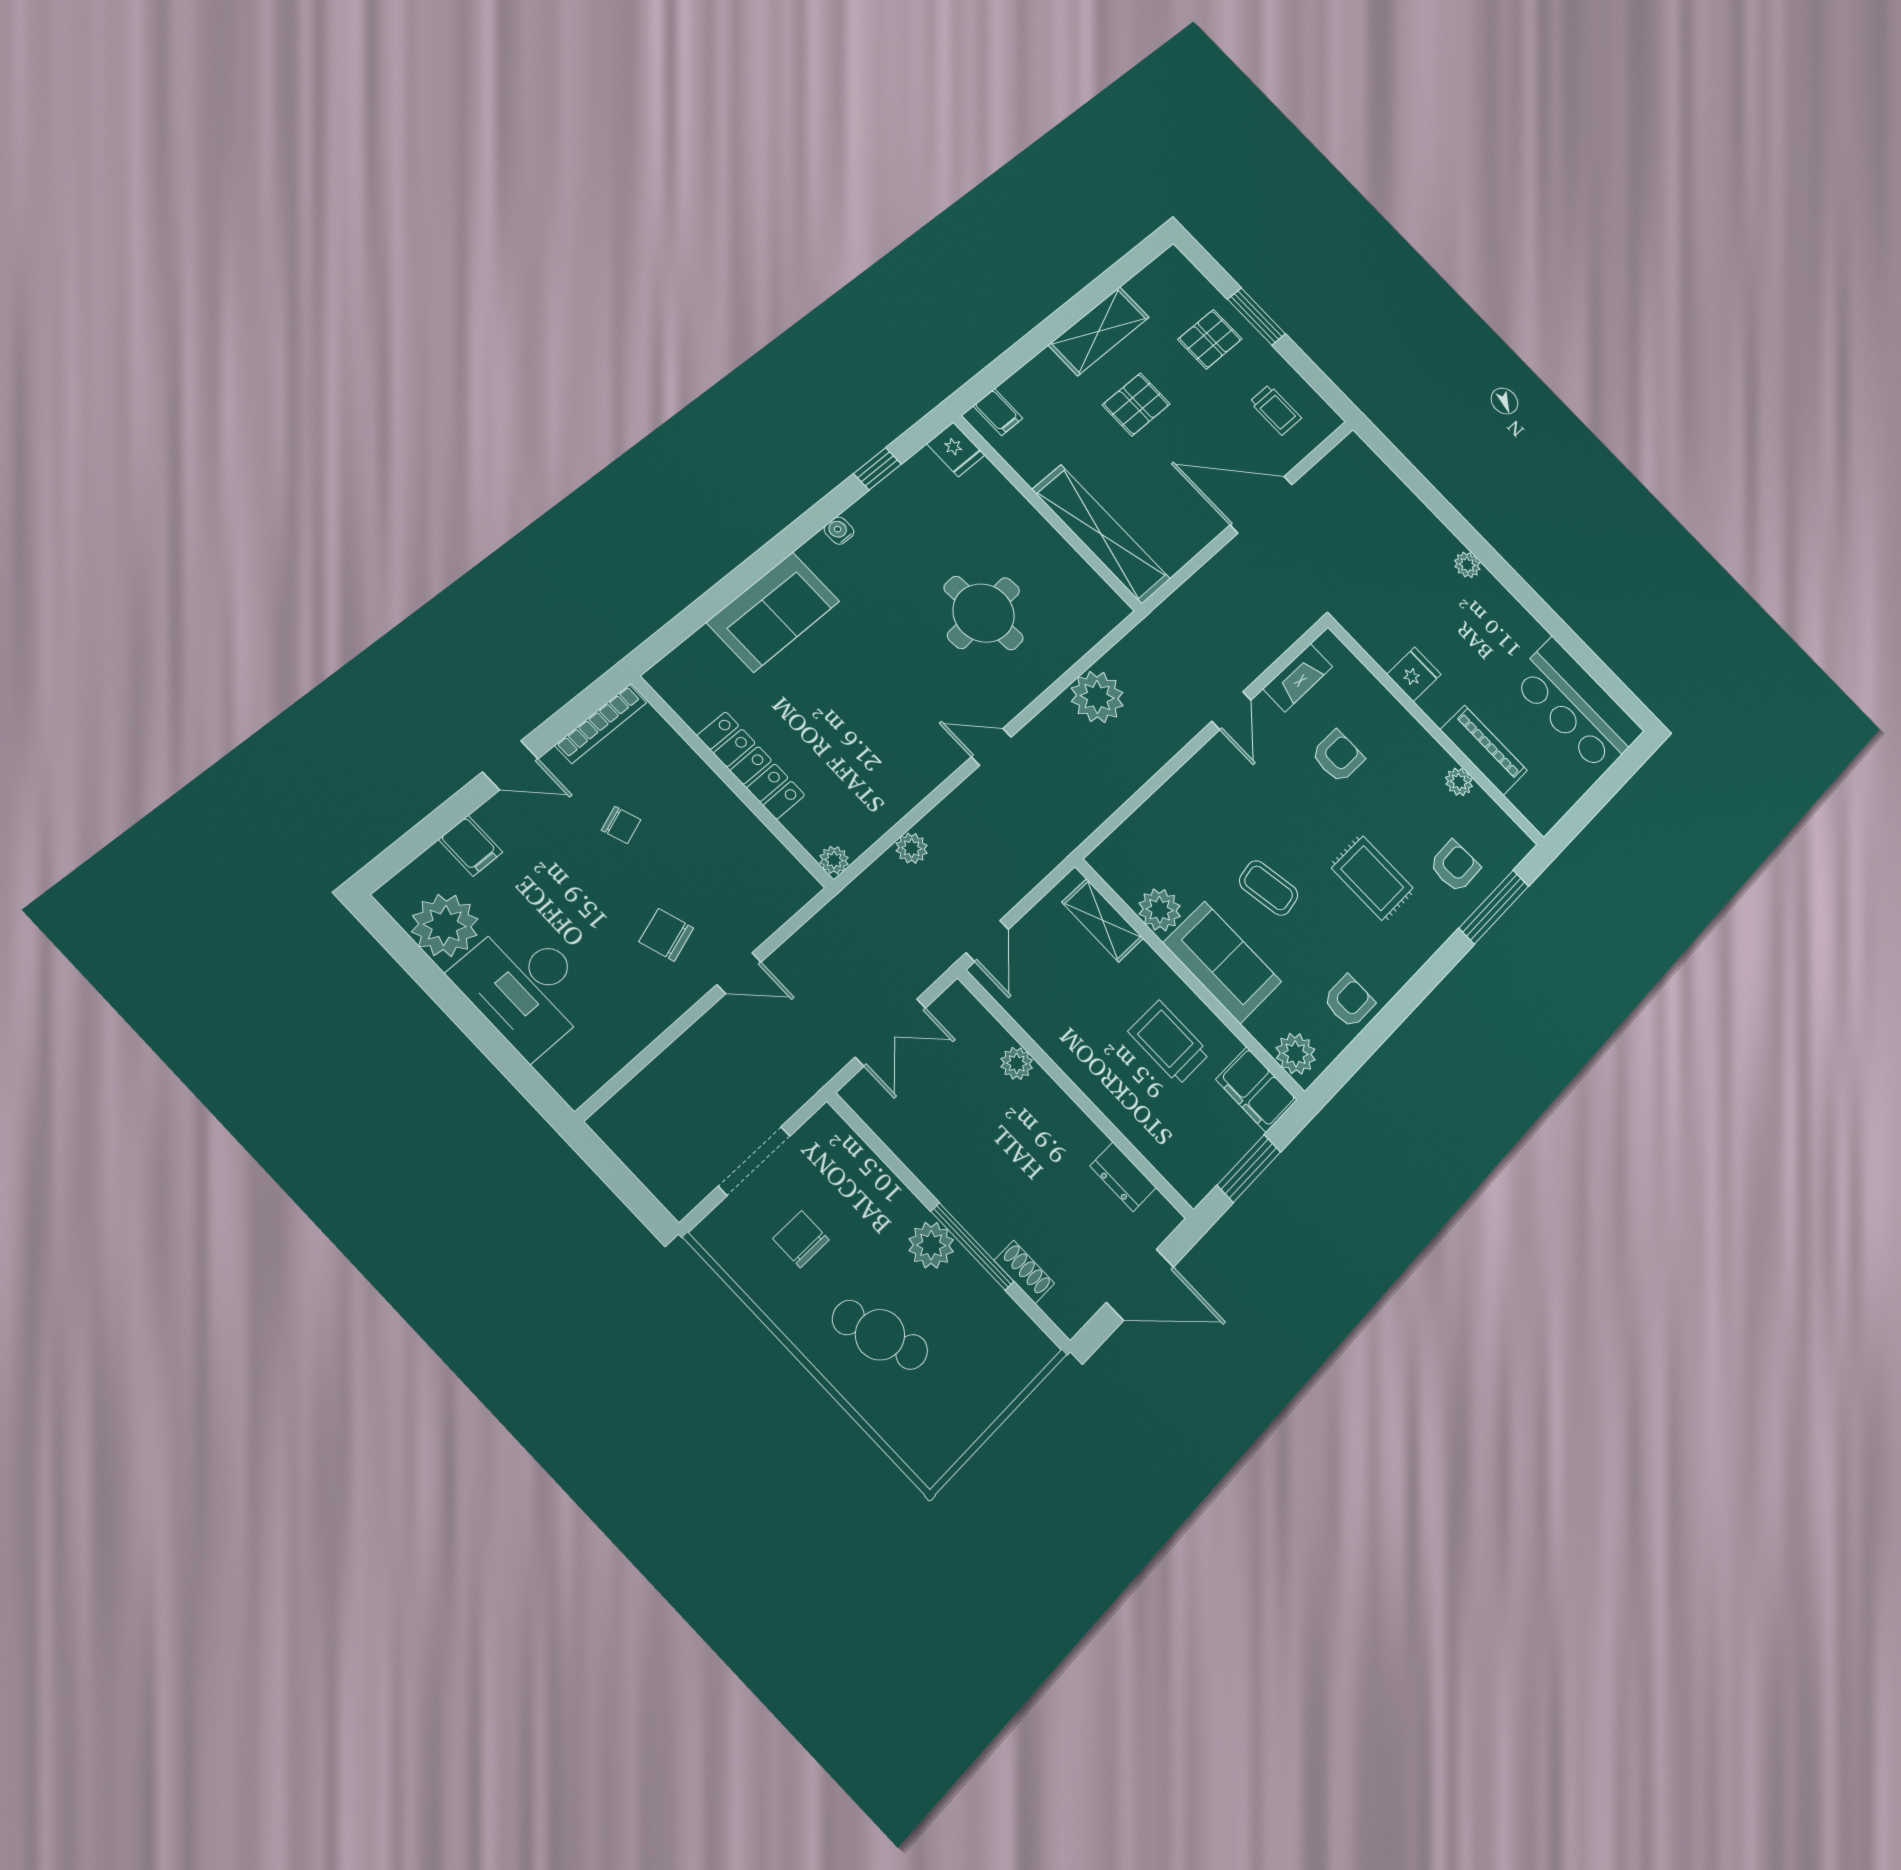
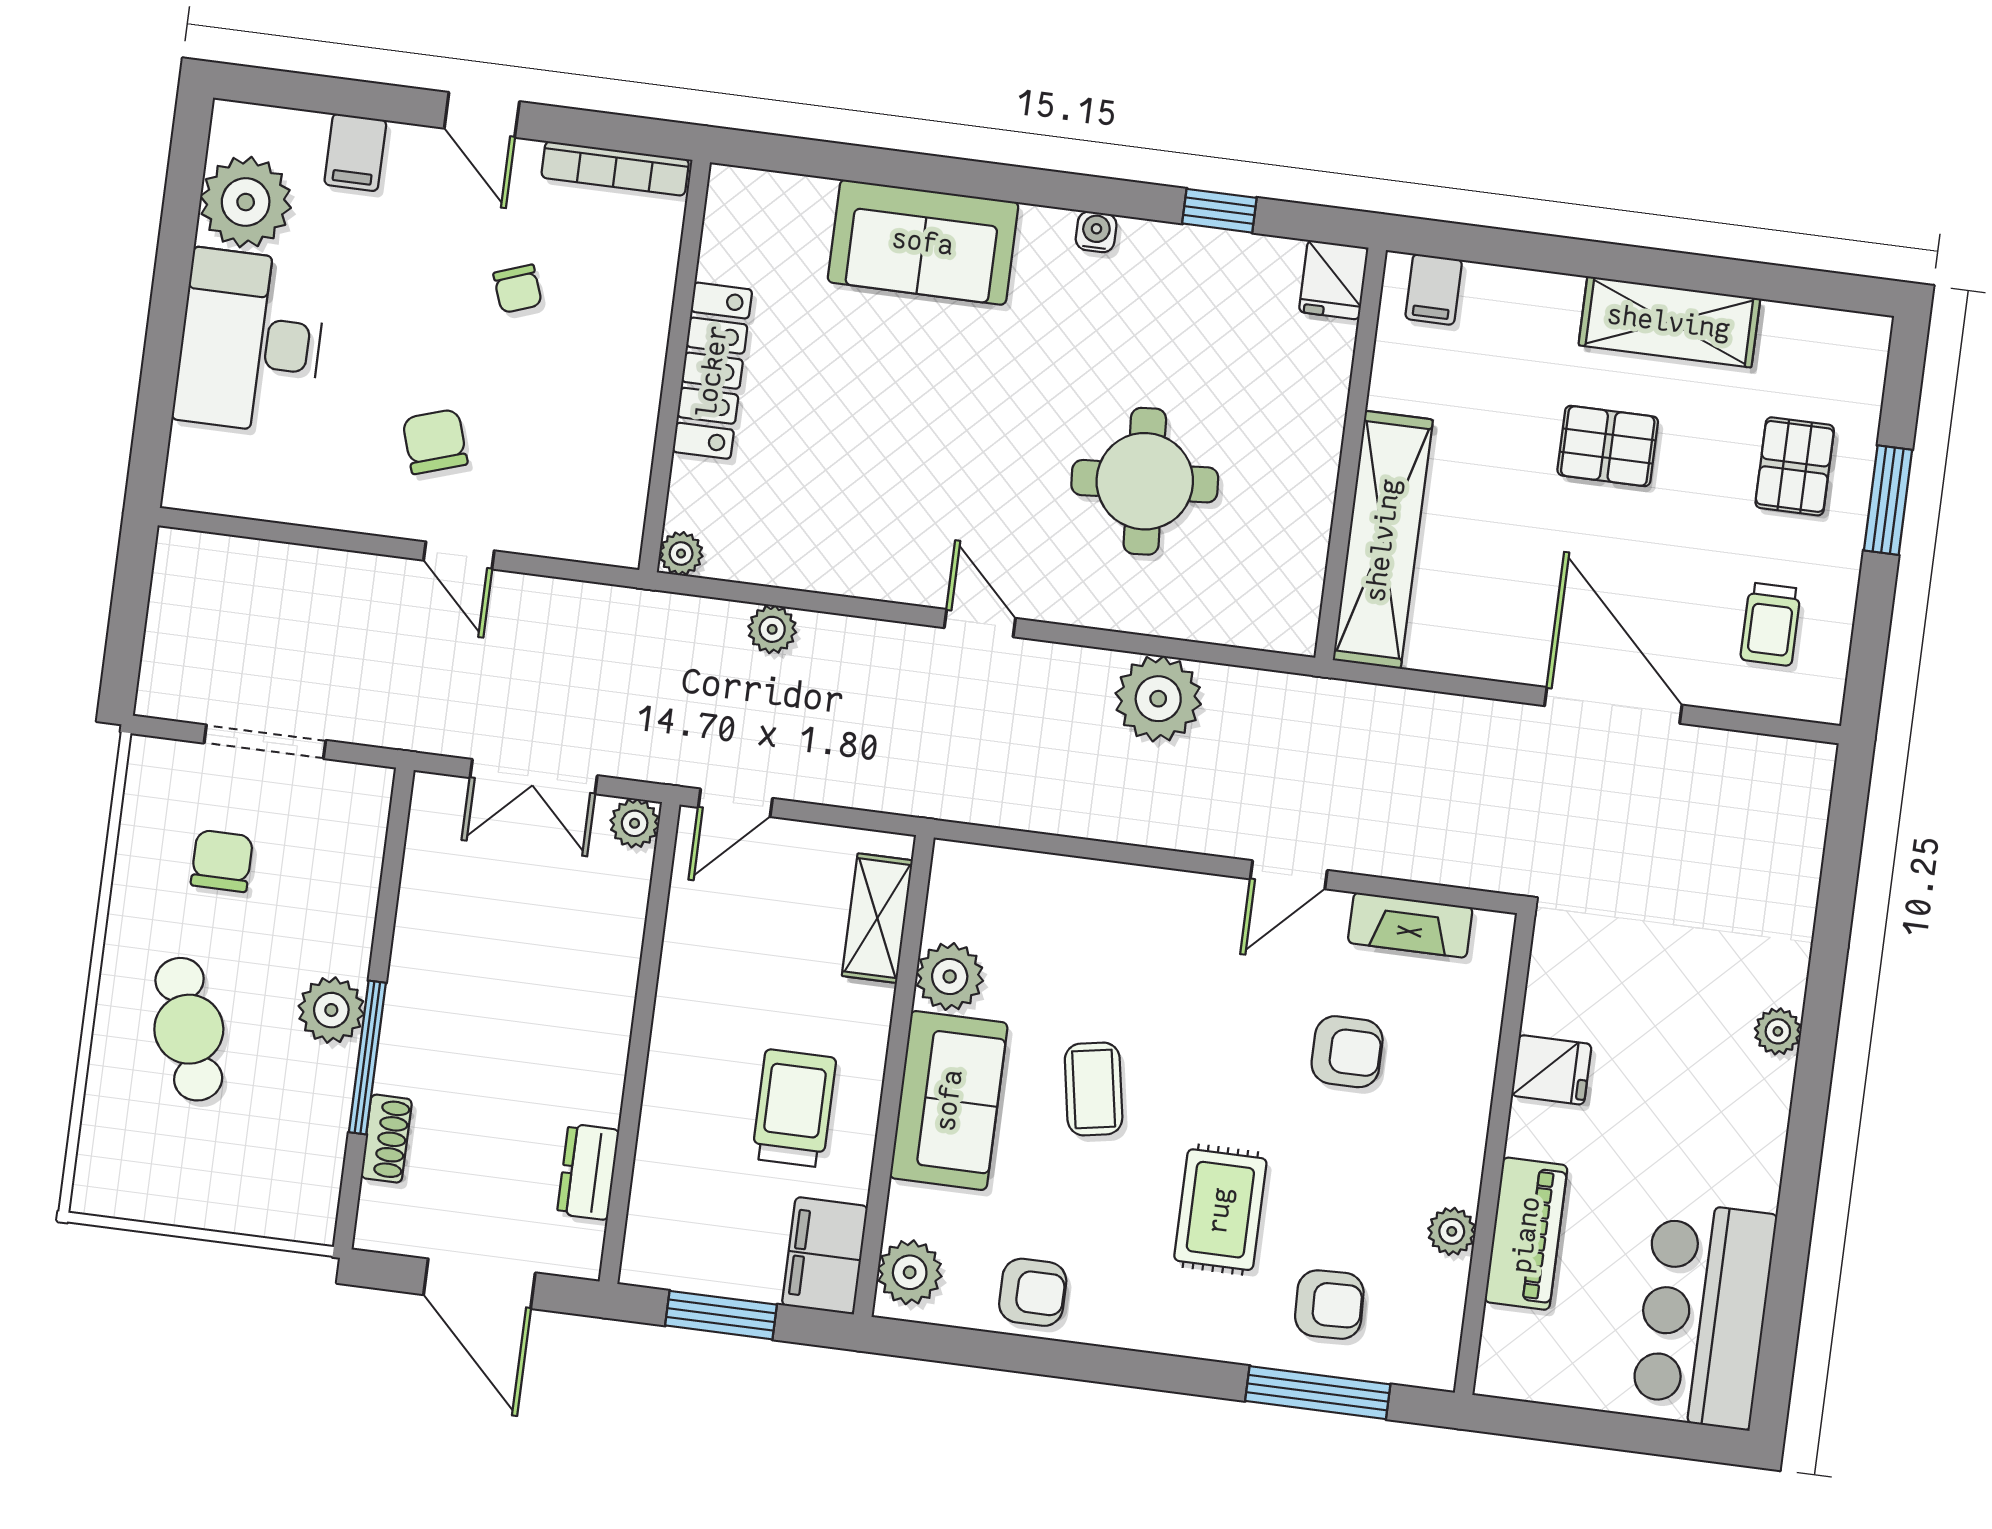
pallet: (1210, 339) -> (1795, 466), turned 90
plant: (1017, 1063) -> (635, 823), moved

